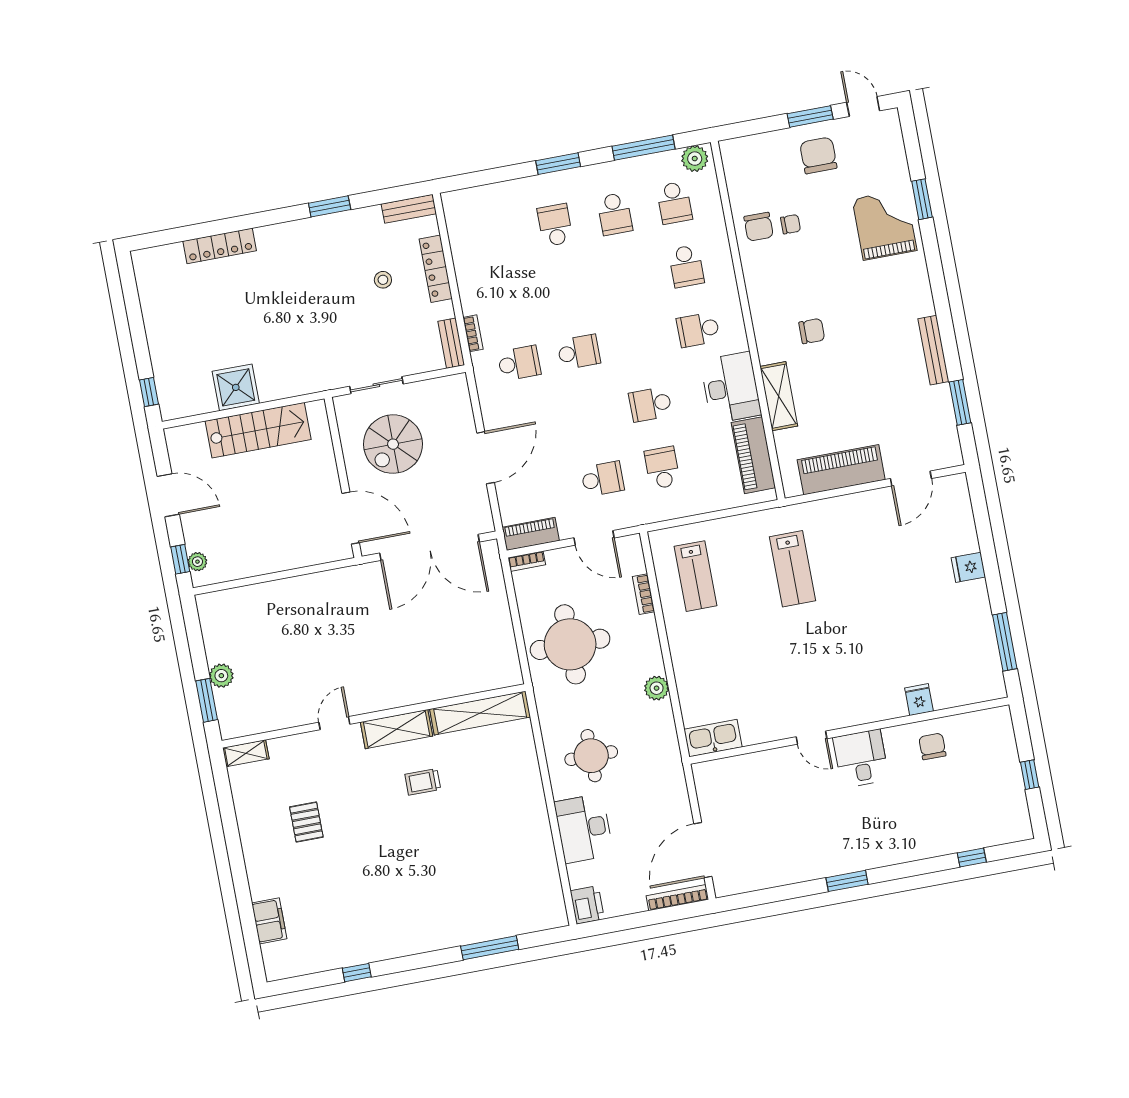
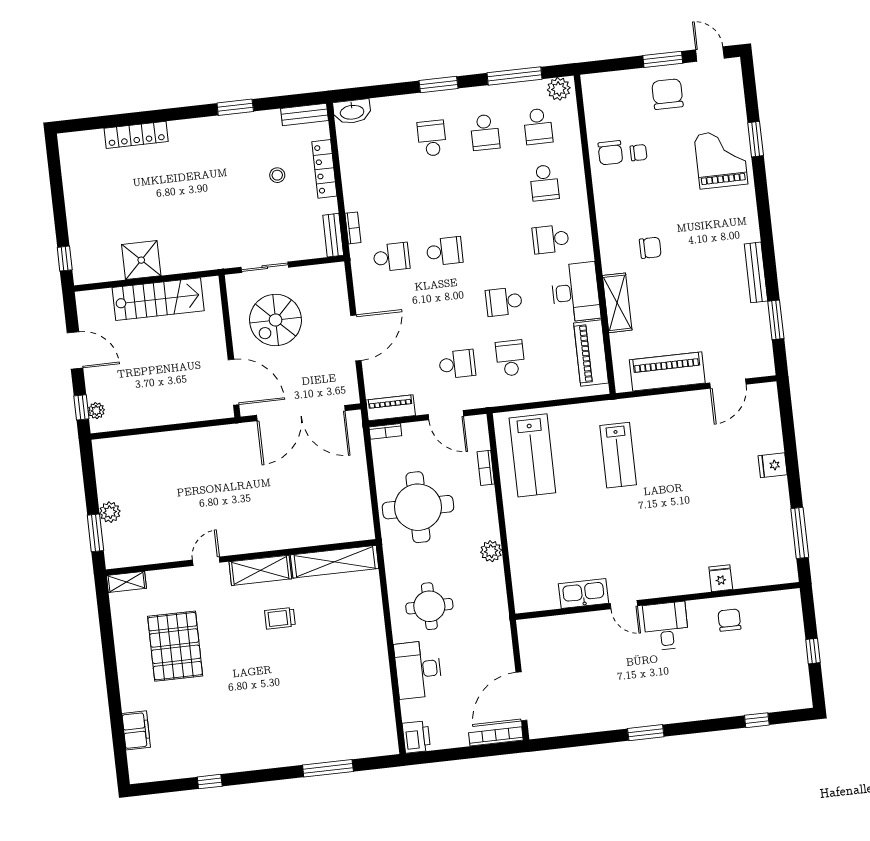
washbasin: (462, 202) -> (352, 112), added
lab bench: (695, 576) -> (532, 455), width x1.36, depth x1.39
kitchen sink: (713, 738) -> (583, 594), moved
pallet: (306, 822) -> (175, 646), width x2.05, depth x2.00

